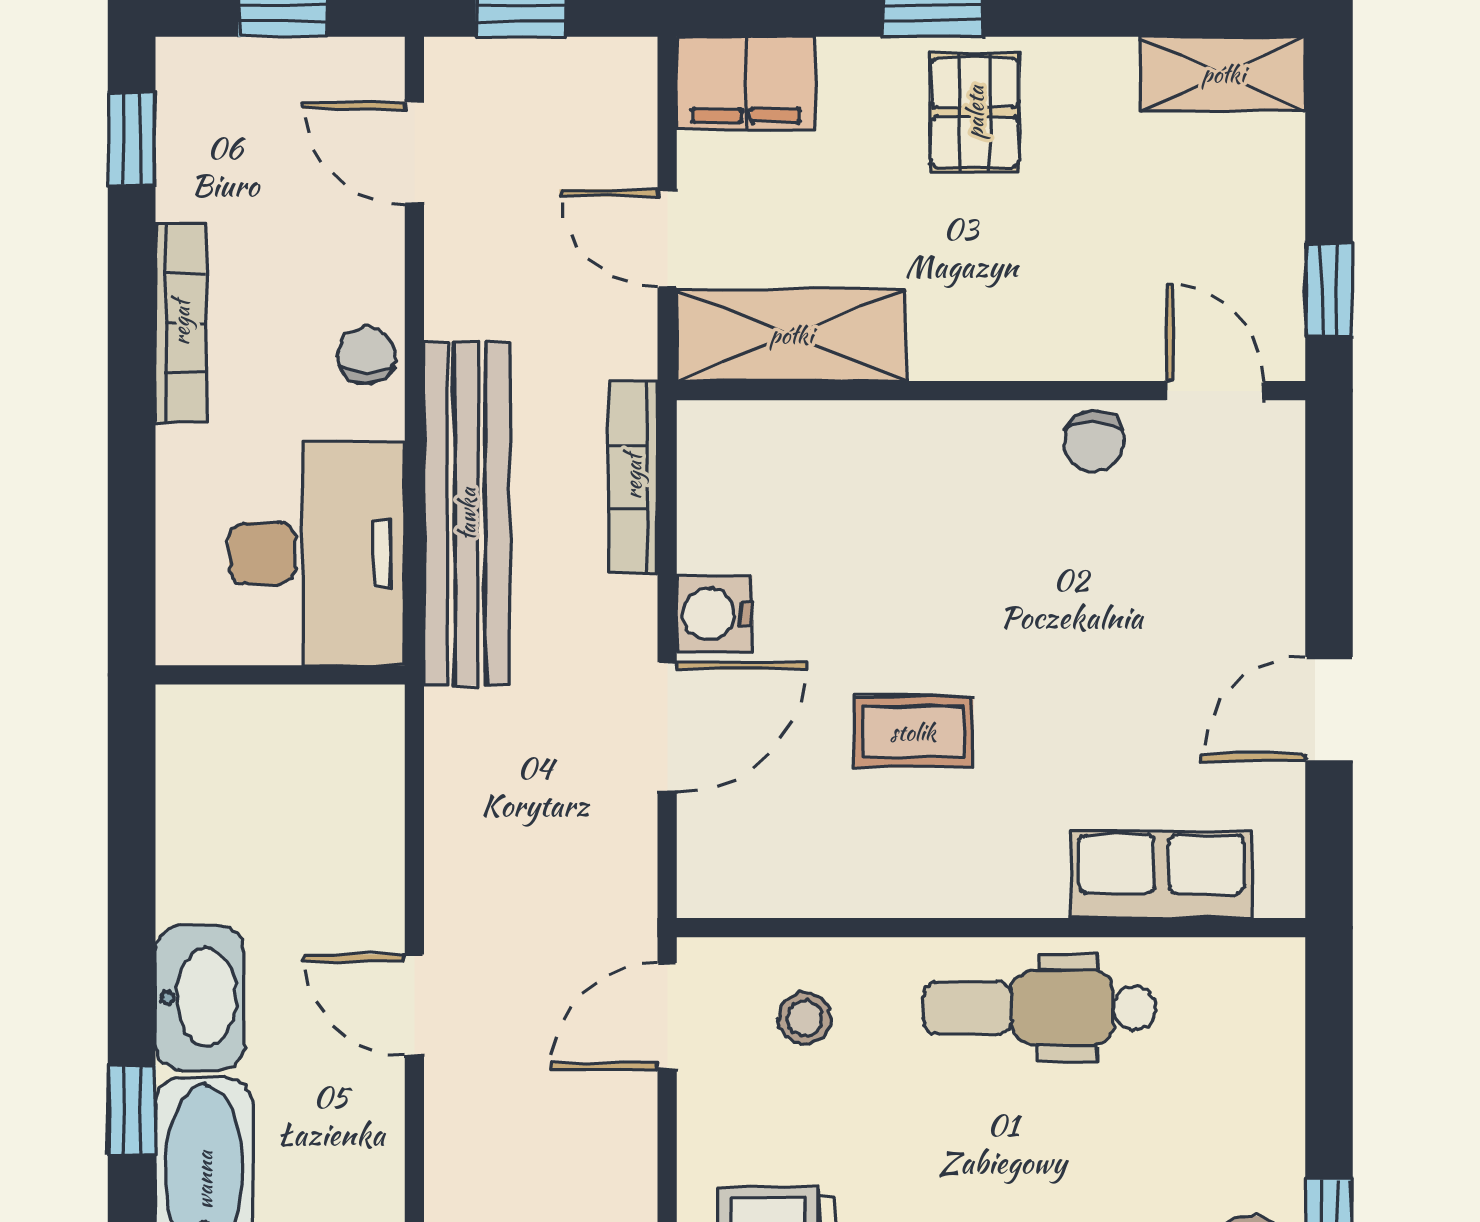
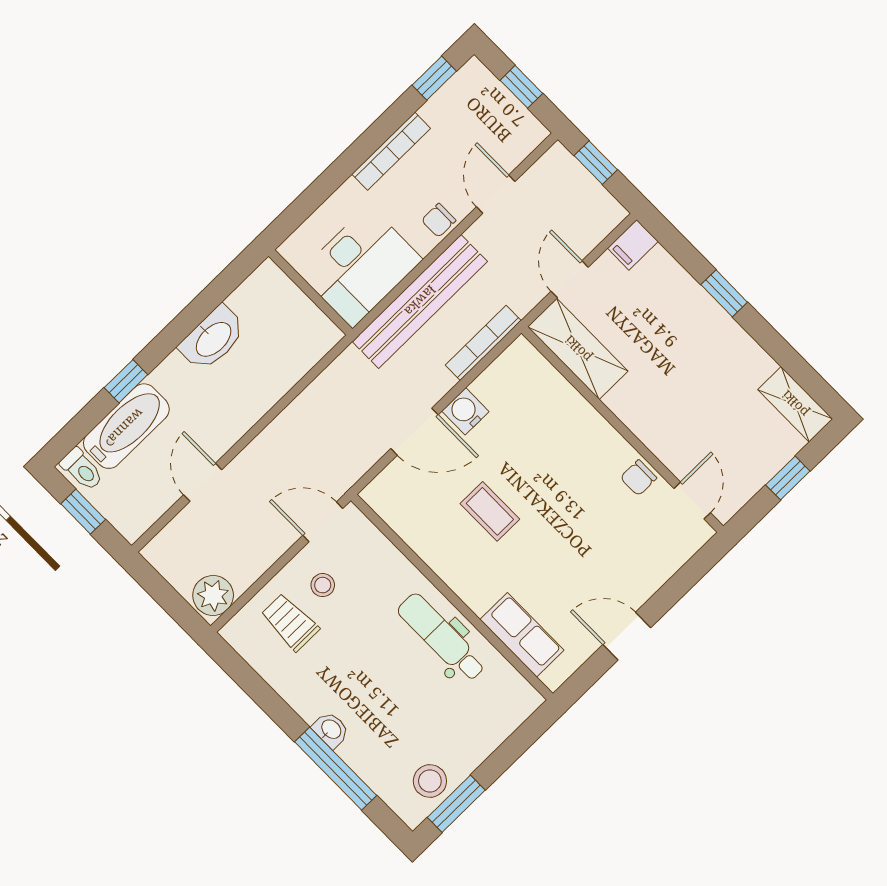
filing cabinet: (746, 83) -> (633, 245), width x0.50
pallet: (975, 112) -> (706, 338), removed
door: (414, 153) -> (496, 194), moved
window: (1329, 290) -> (788, 478), moved
chair: (366, 356) -> (439, 220), turned 180
washbasin: (200, 997) -> (213, 338), moved
door: (414, 1005) -> (203, 482), moved
stool: (805, 1018) -> (323, 585), moved

